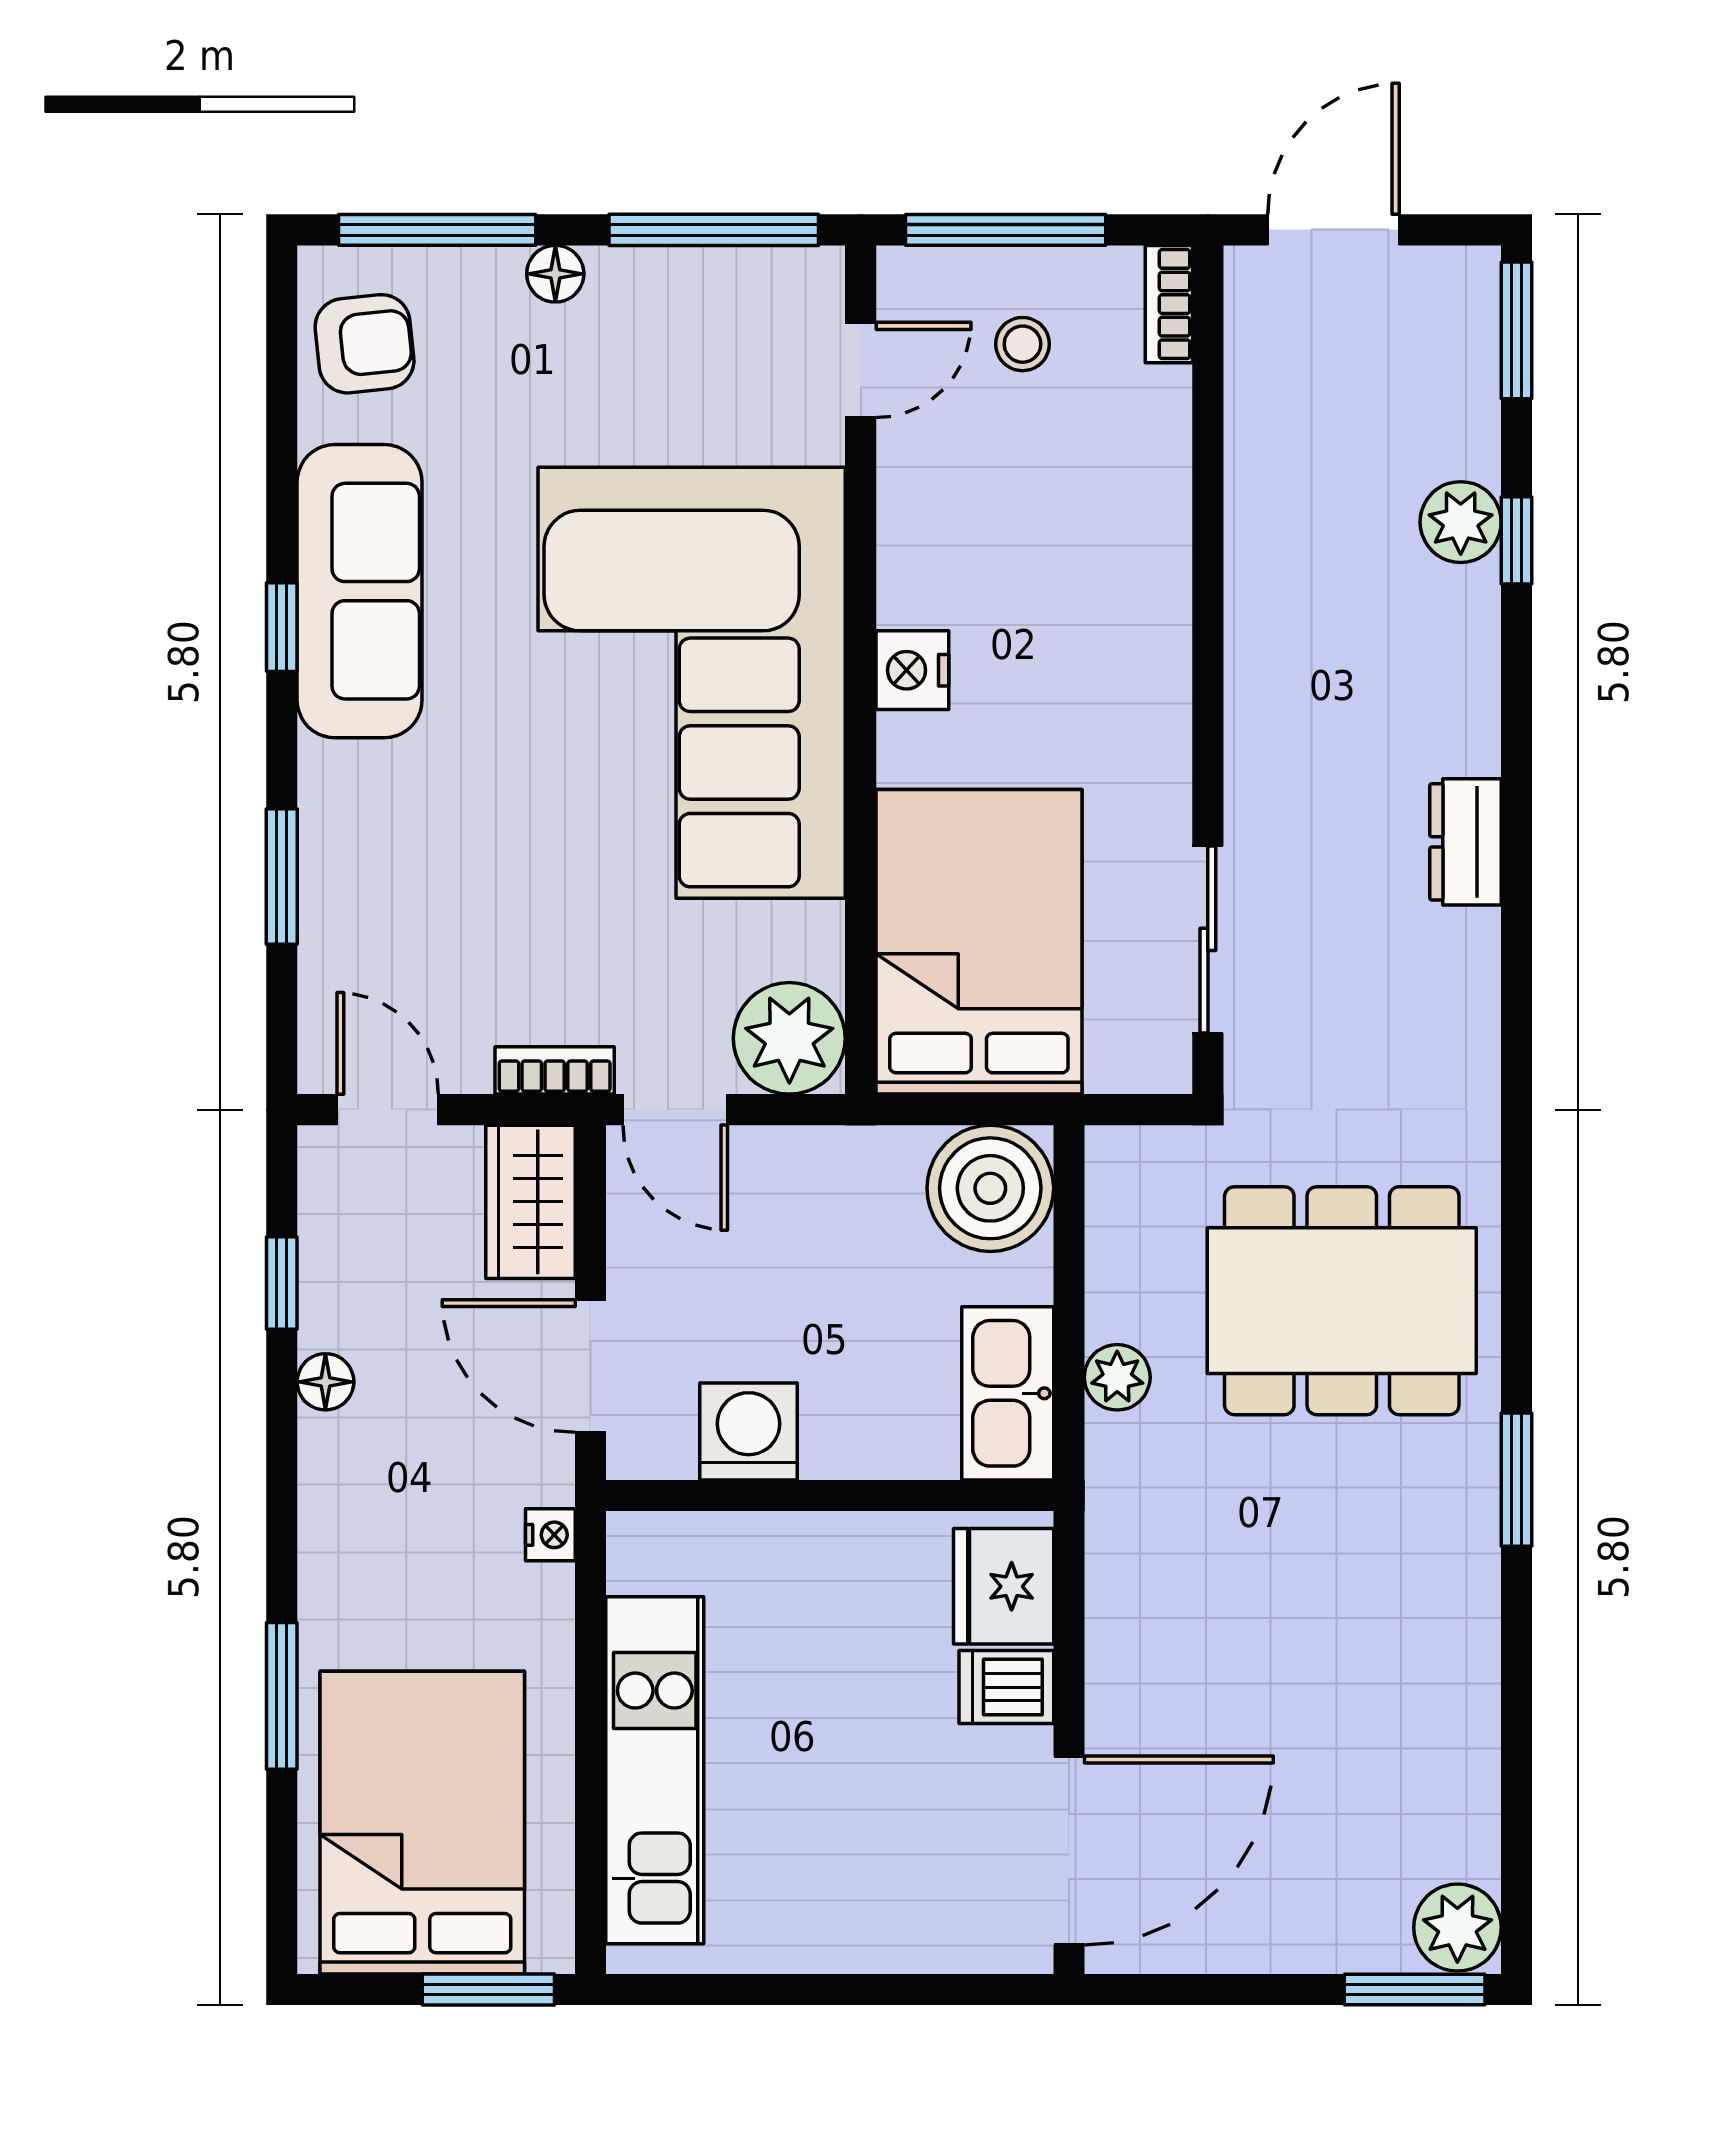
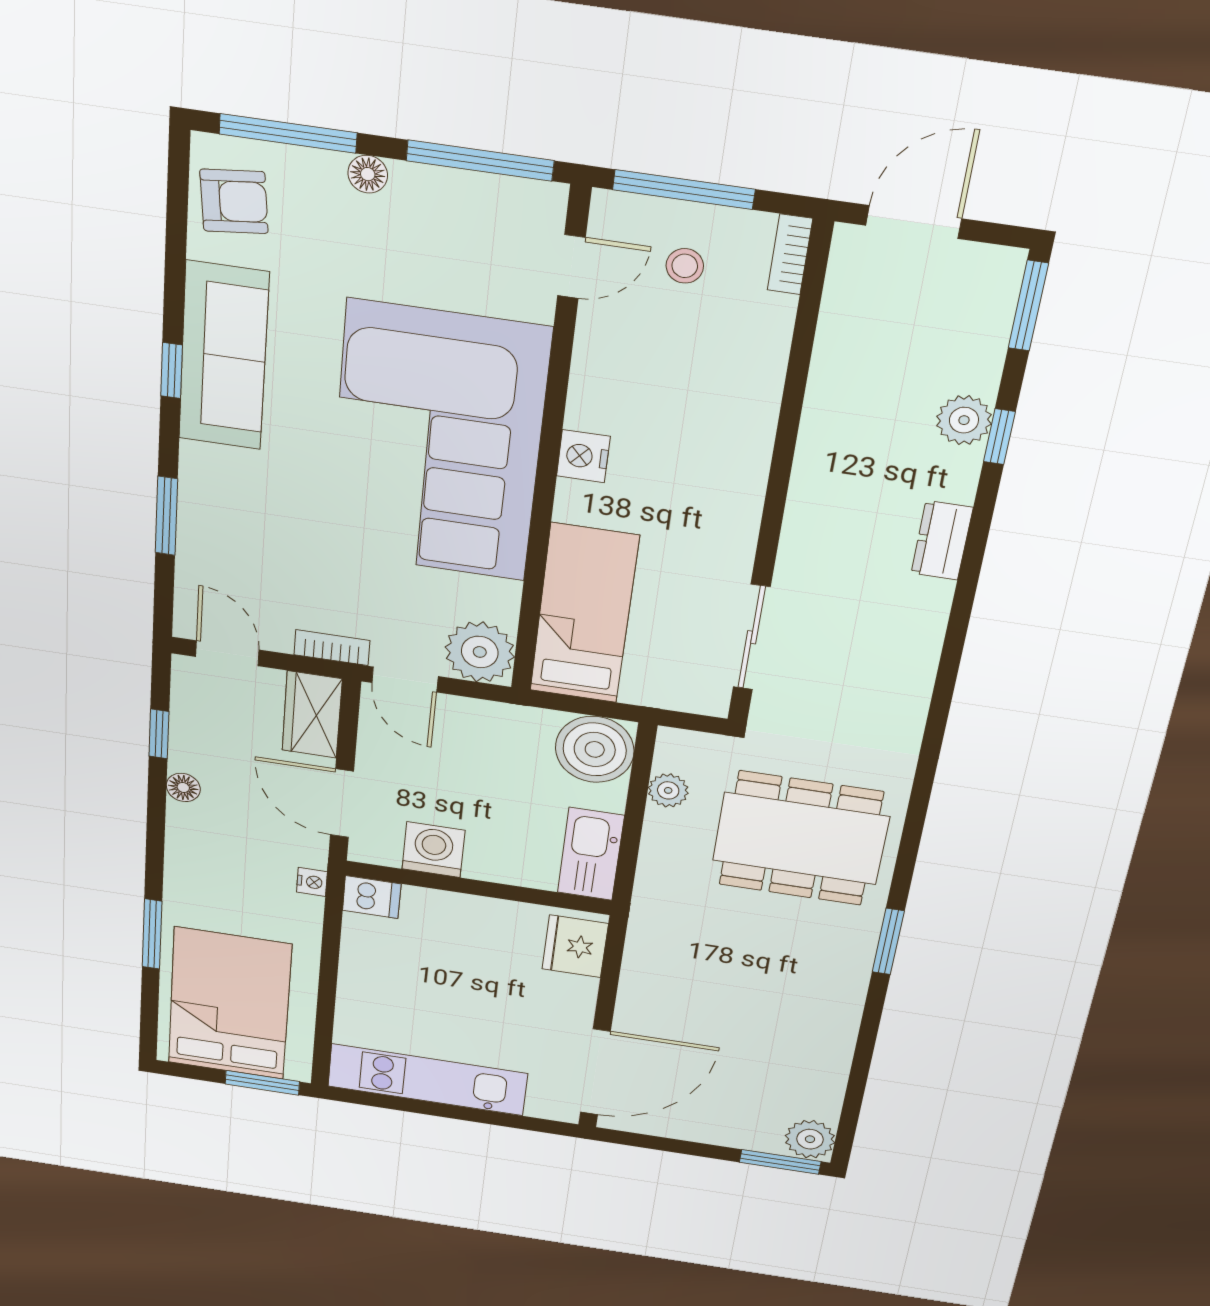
dresser: (1466, 842) -> (942, 540), moved
bed: (979, 942) -> (584, 614), width x0.67
plant: (1117, 1377) -> (668, 790), moved
dishwasher: (1006, 1687) -> (372, 897), moved, turned 180
kitchen unit: (655, 1770) -> (427, 1080), moved, turned -90

